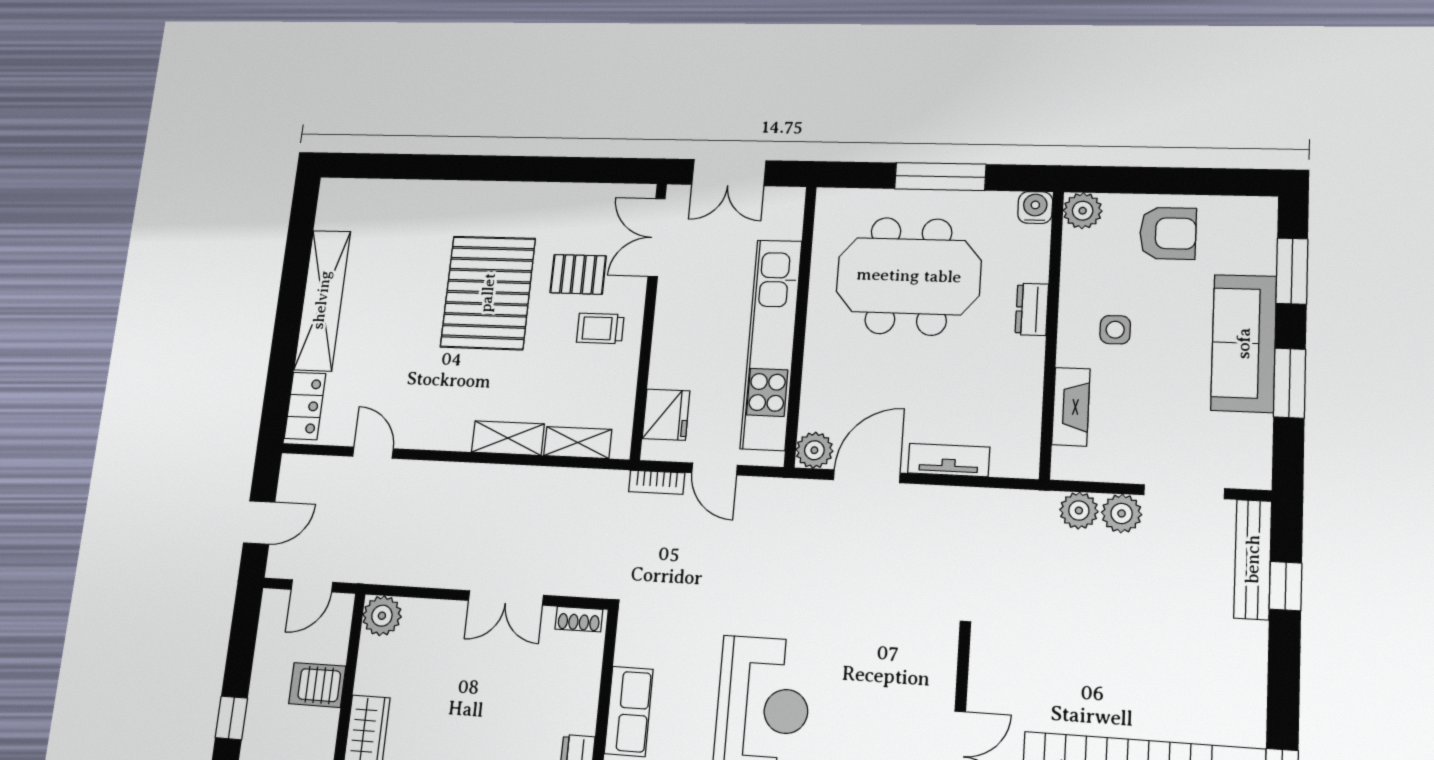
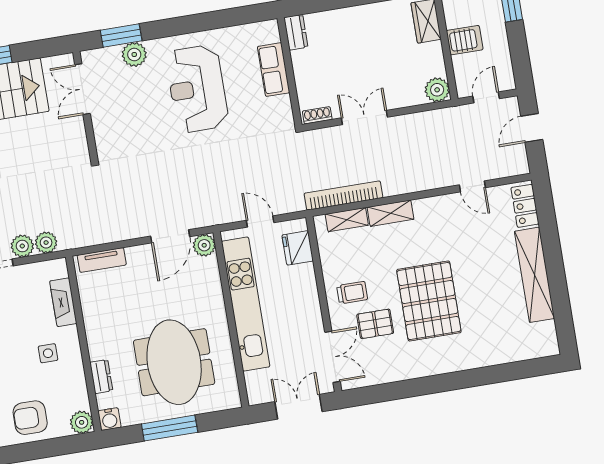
meeting table: (909, 276) -> (174, 362), turned 90
dresser: (1032, 309) -> (101, 376), moved
tv unit: (949, 460) -> (102, 260), moved
bookcase: (657, 482) -> (343, 196), moved, width x2.31, depth x1.31

